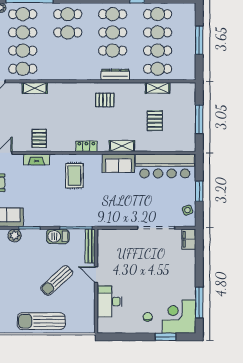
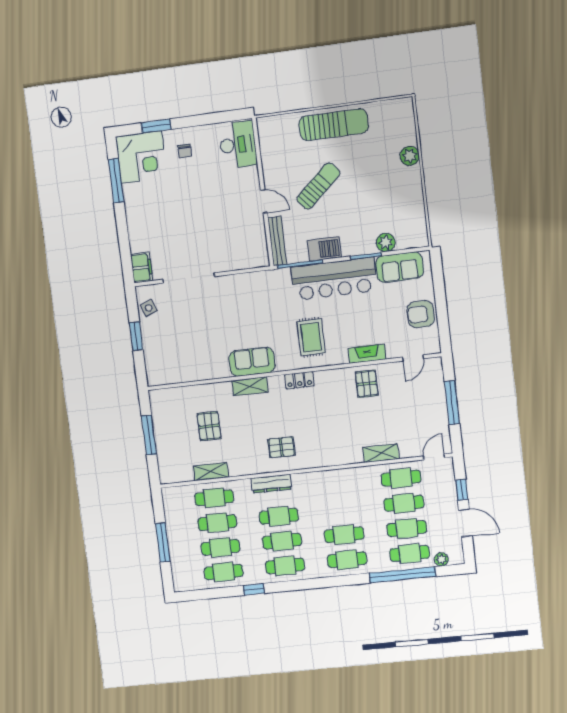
bar counter: (165, 166) -> (334, 279), moved, turned 180
desk: (110, 302) -> (238, 145), moved

